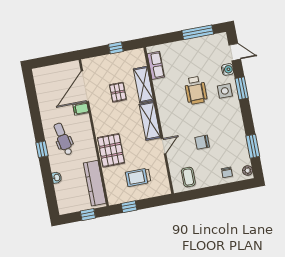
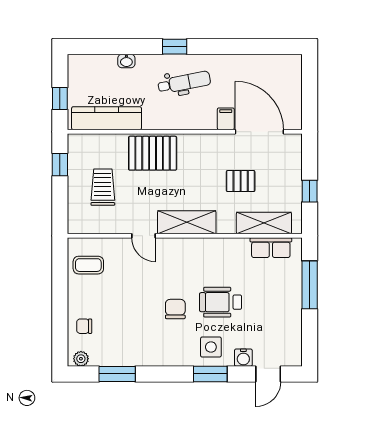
window: (198, 32) -> (310, 285), moved
shelving: (143, 85) -> (264, 223), moved
chair: (202, 142) -> (175, 309), moved

